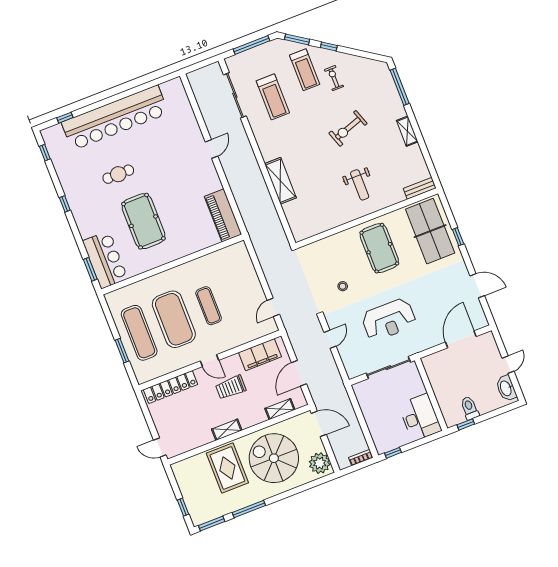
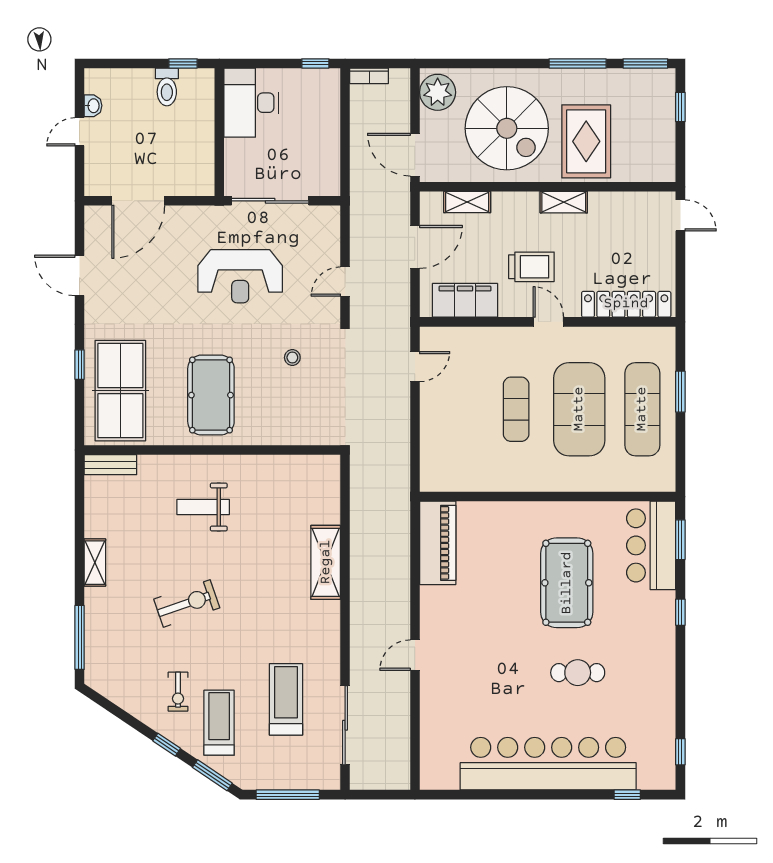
weight bench: (360, 185) -> (203, 507), turned -90
window: (65, 204) -> (680, 612), moved
reception desk: (389, 320) -> (240, 276), turned 180
washbasin: (506, 388) -> (93, 106), width x0.52, depth x0.69

